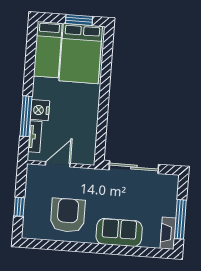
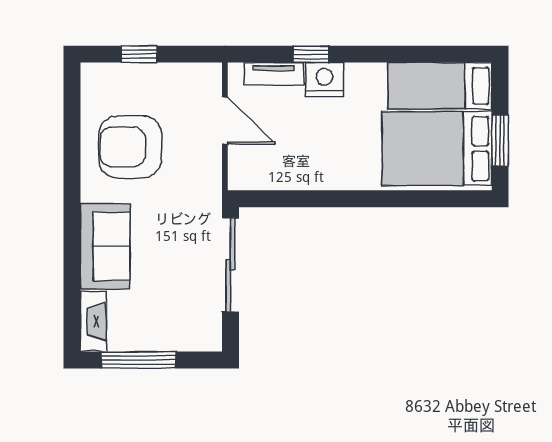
window: (26, 116) -> (311, 54), width x0.46
armchair: (68, 215) -> (130, 147), turned 180
fireplace: (168, 233) -> (93, 321), moved, turned 90

